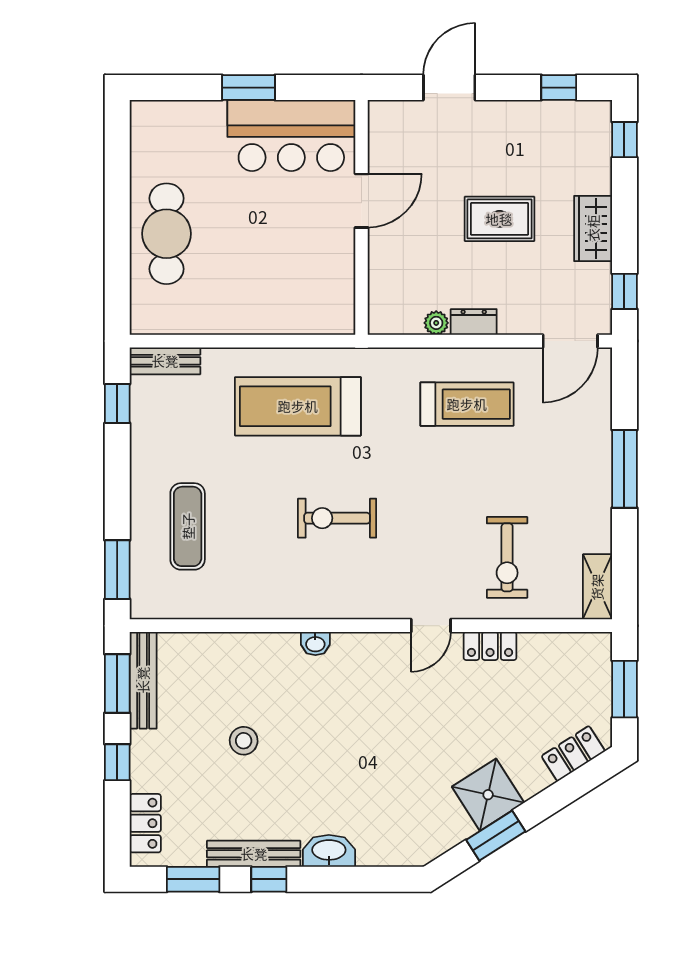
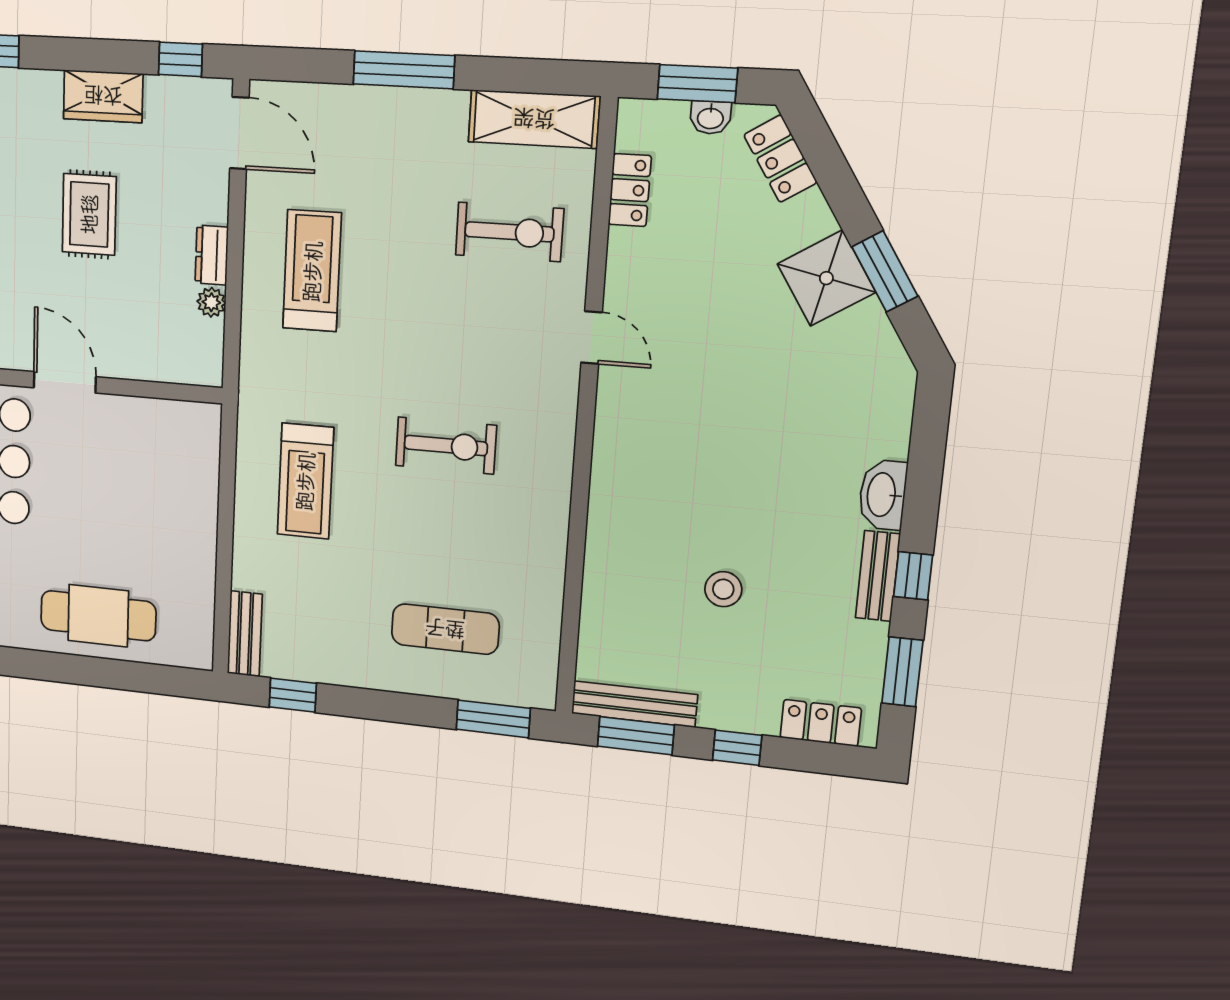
treadmill: (298, 406) -> (305, 481), width x0.73, depth x0.73
exercise bike: (337, 518) -> (446, 445), turned -90
shelving: (597, 587) -> (534, 119), width x1.50, depth x1.33
washbasin: (315, 644) -> (710, 118), moved, turned 90
locker: (490, 646) -> (630, 190), moved
bench: (254, 854) -> (878, 576), width x0.73

